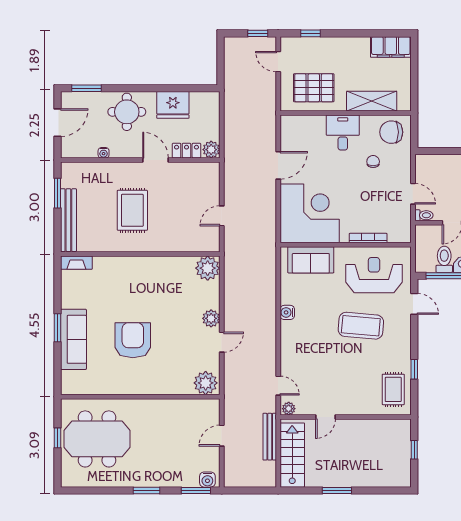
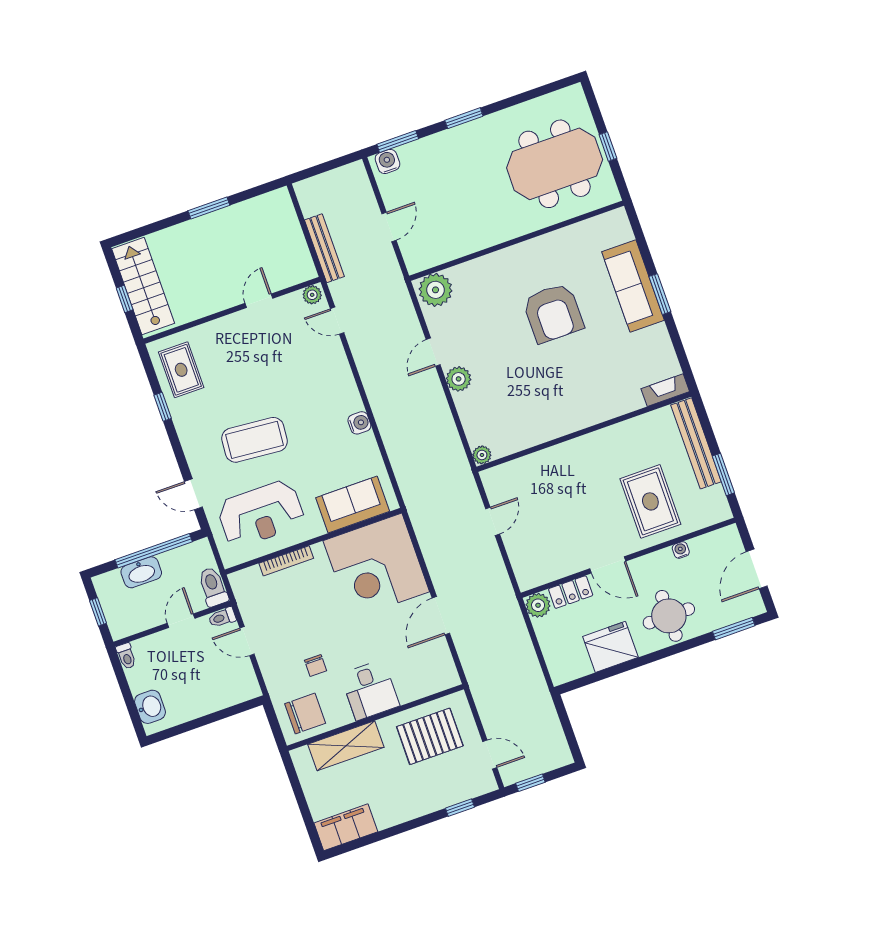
rug: (132, 210) -> (650, 501), moved
toilet: (444, 259) -> (213, 587), moved, turned 180
plant: (208, 268) -> (482, 455), width x0.53, depth x0.53
stairs: (292, 455) -> (143, 286), moved, turned 180

